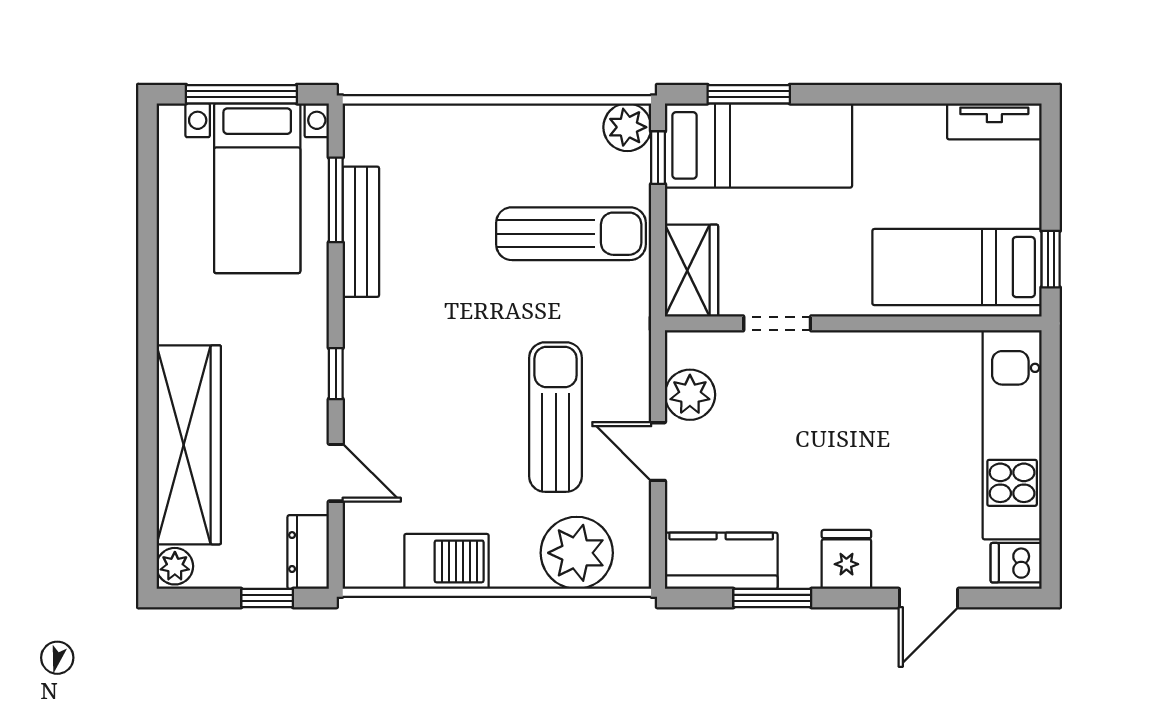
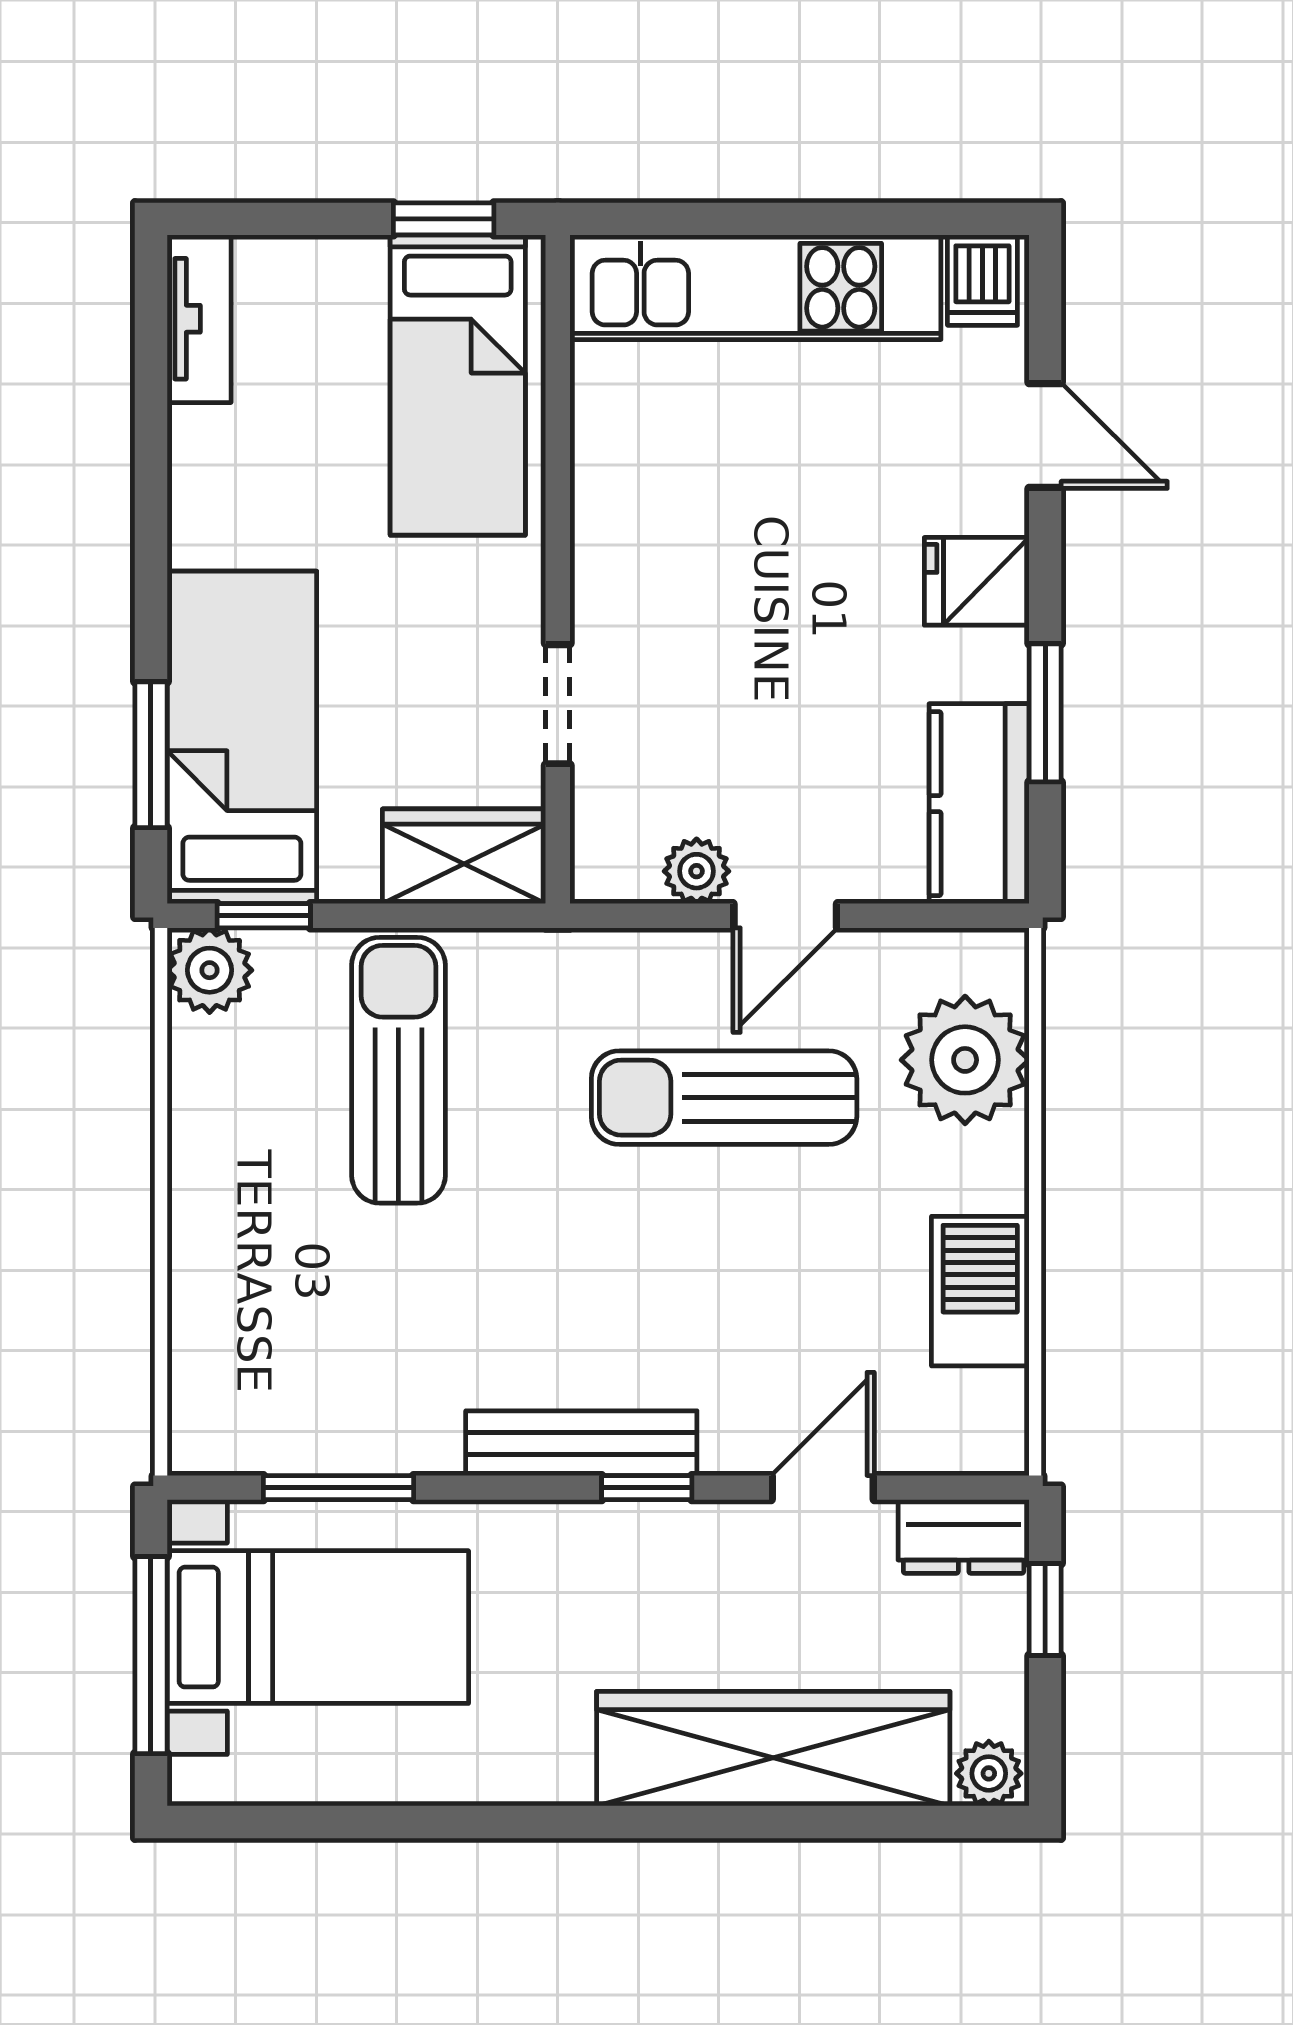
bench: (361, 232) -> (581, 1443), moved
plant: (690, 395) -> (697, 871), width x0.73, depth x0.73

